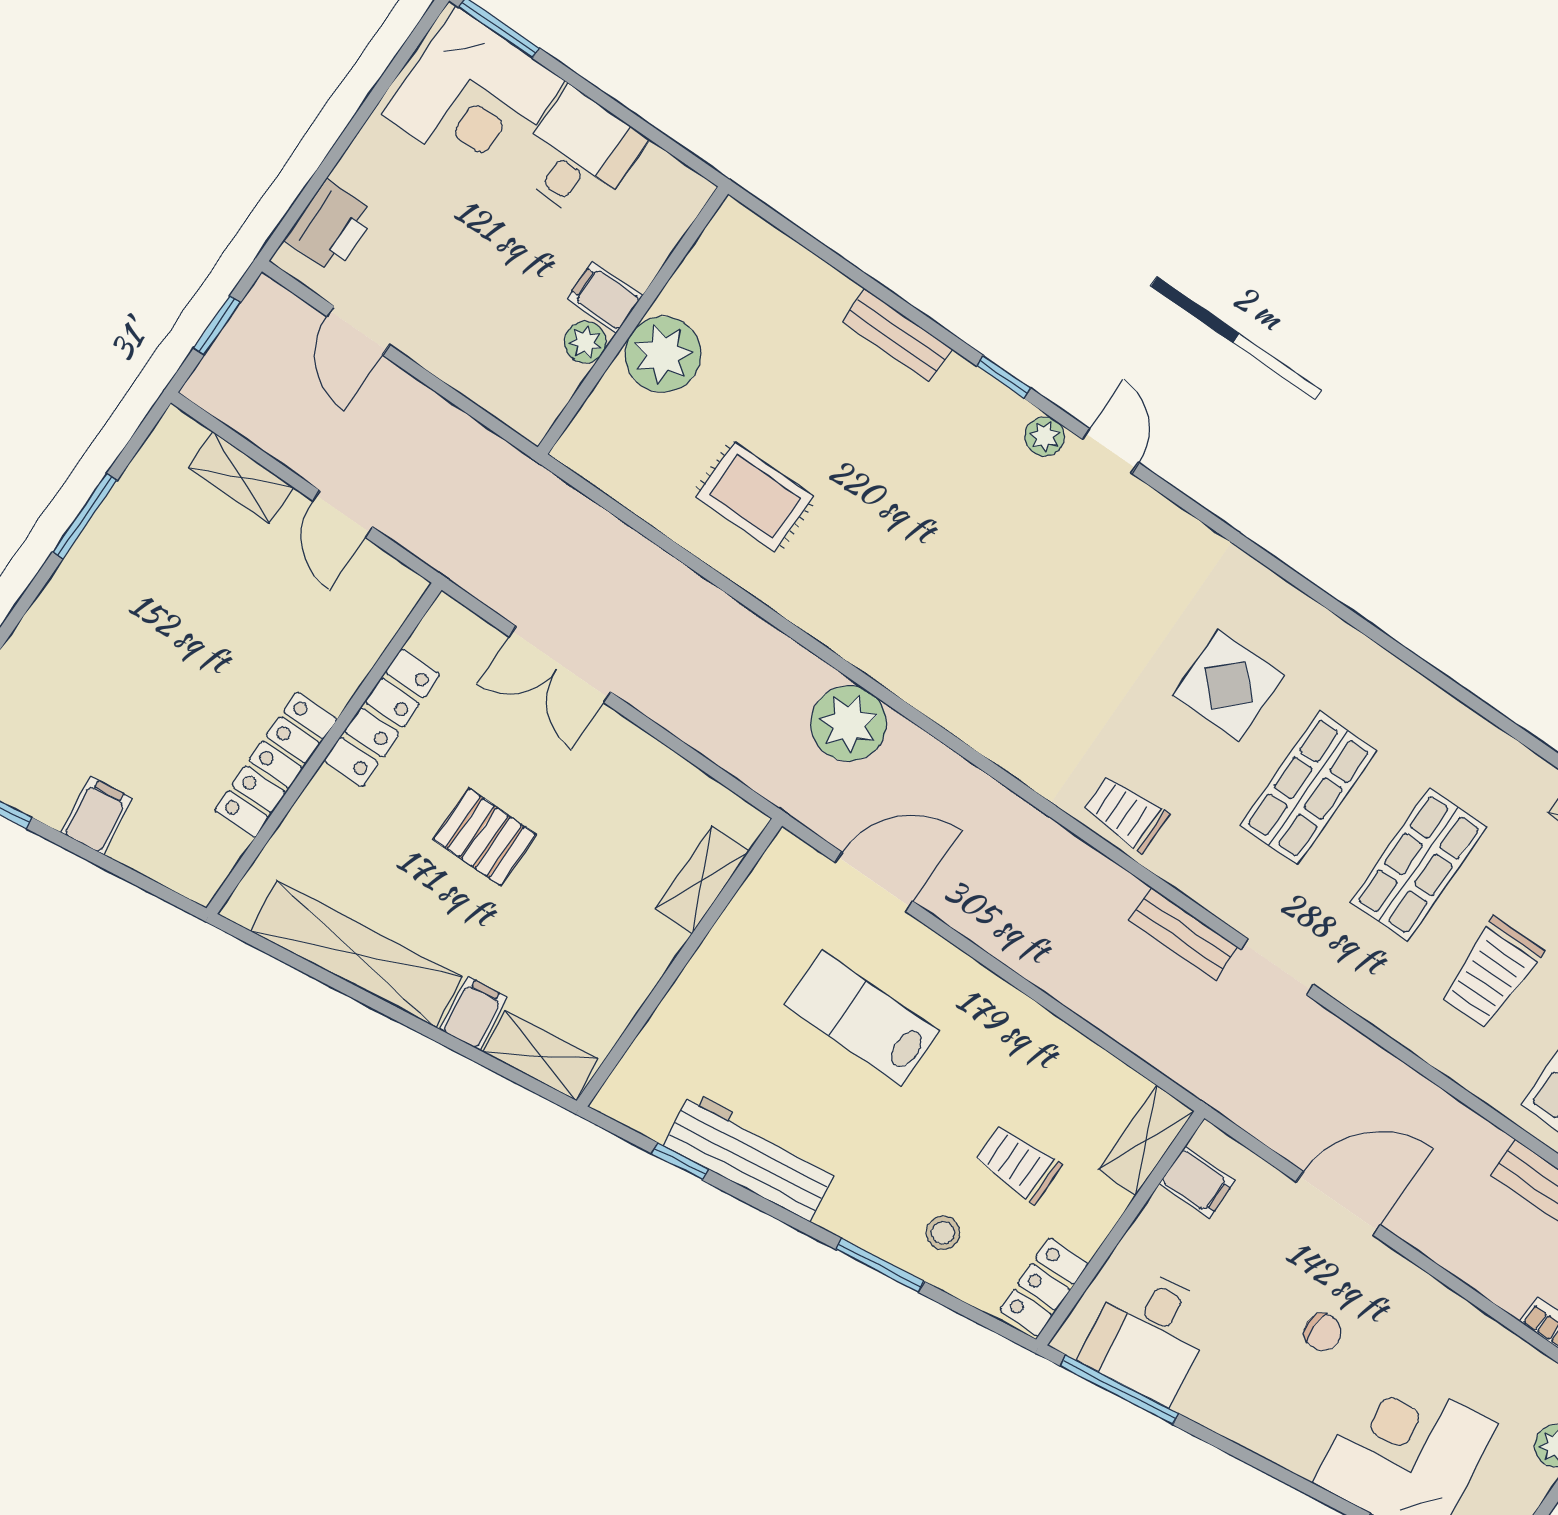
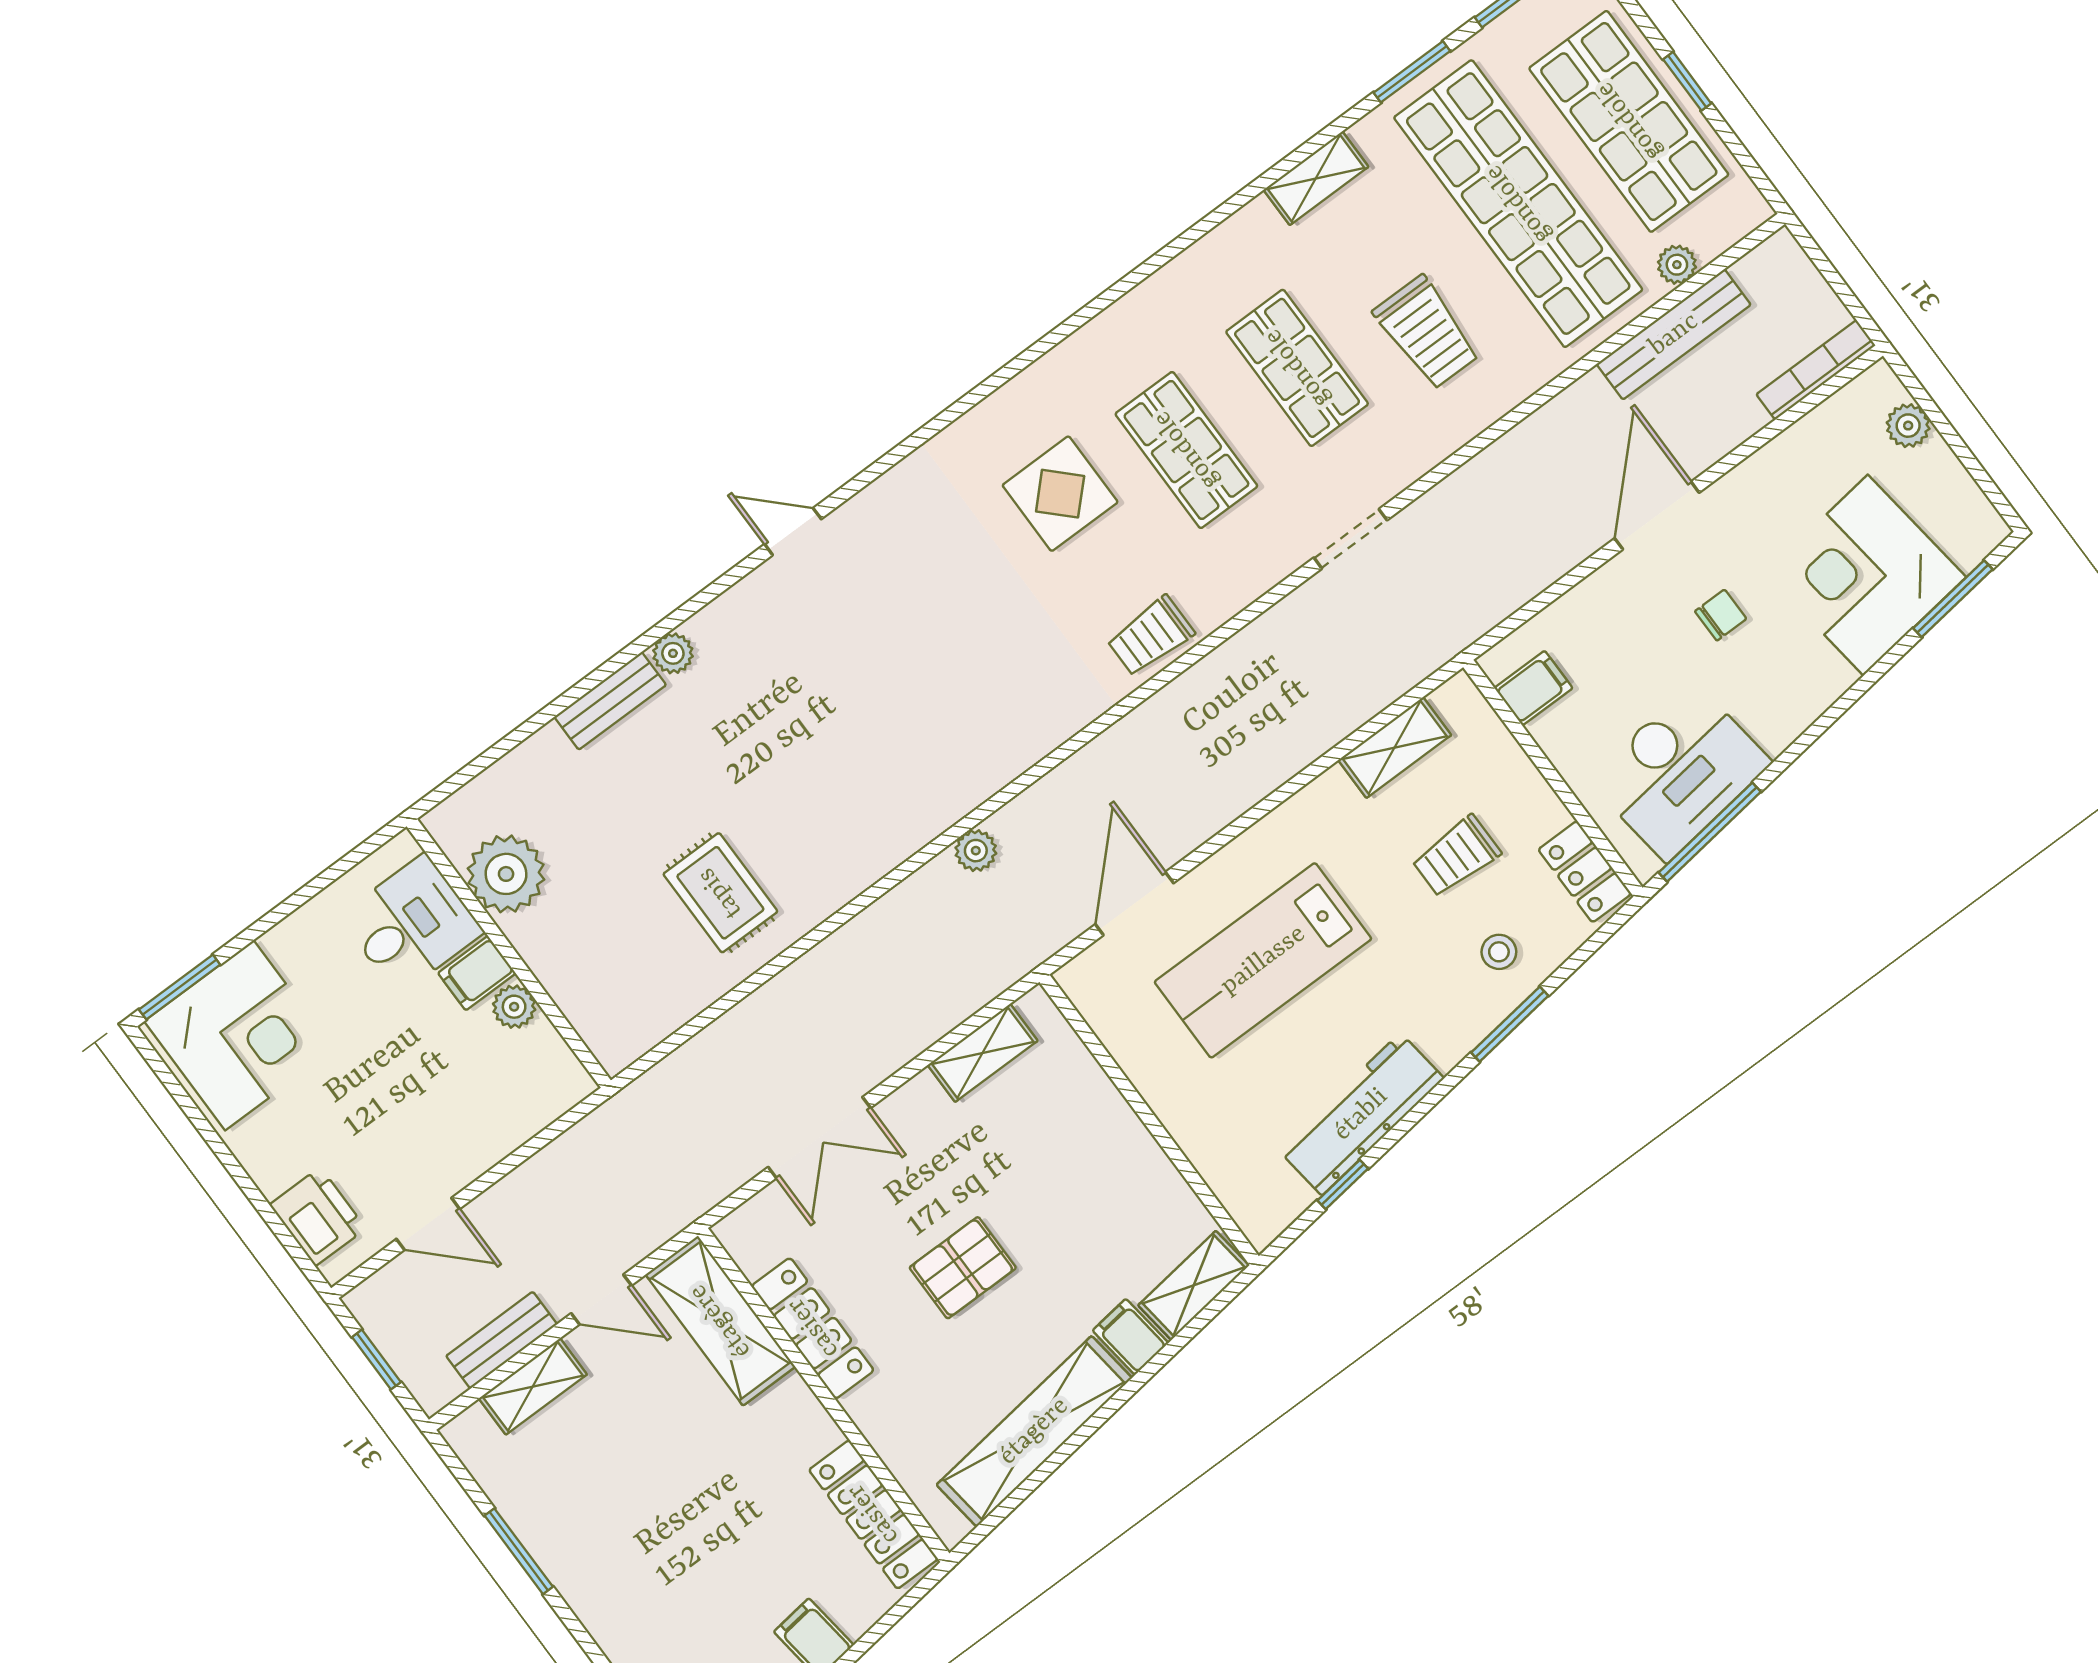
desk: (579, 155) -> (412, 924), moved, turned 90
plant: (663, 354) -> (506, 874), moved
window: (1004, 377) -> (686, 611), removed
plant: (1045, 436) -> (673, 653), moved
rug: (755, 497) -> (720, 893), turned 90
shelving: (360, 630) -> (720, 1321), added
plant: (849, 723) -> (976, 851), width x0.53, depth x0.53
locker: (276, 765) -> (873, 1514), moved
shelving: (702, 880) -> (983, 1053), moved, turned 90
bench: (1183, 934) -> (502, 1340), moved
lab bench: (862, 1018) -> (1263, 960), width x1.36, depth x1.39
shelving: (1146, 1140) -> (1395, 748), moved, turned 90
door: (1338, 1203) -> (1657, 516), moved
desk: (1148, 1334) -> (1680, 772), width x1.37

